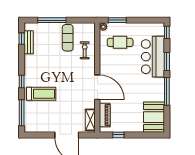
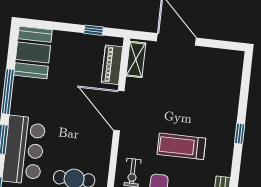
treadmill: (41, 94) -> (181, 146), moved
window: (22, 113) -> (245, 83), removed

